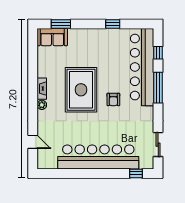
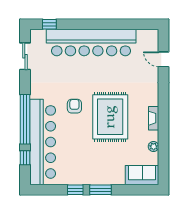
window: (61, 24) -> (101, 190), moved
window: (158, 88) -> (25, 119), width x1.46
plant: (42, 105) -> (154, 147), moved

